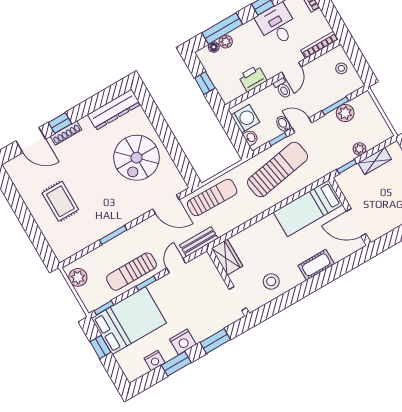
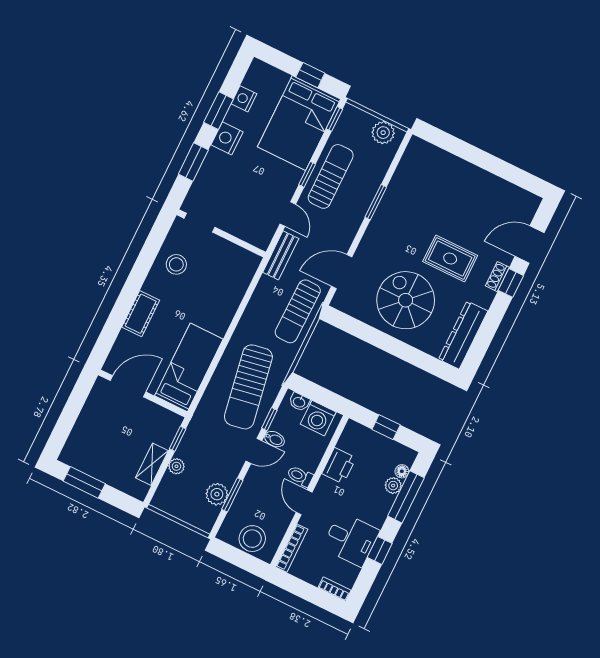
stool: (341, 68) -> (252, 539), width x1.89, depth x1.89
shoe rack: (66, 133) -> (497, 277), width x0.70
rug: (60, 201) -> (450, 259), moved
wardrobe: (227, 257) -> (240, 259), removed

